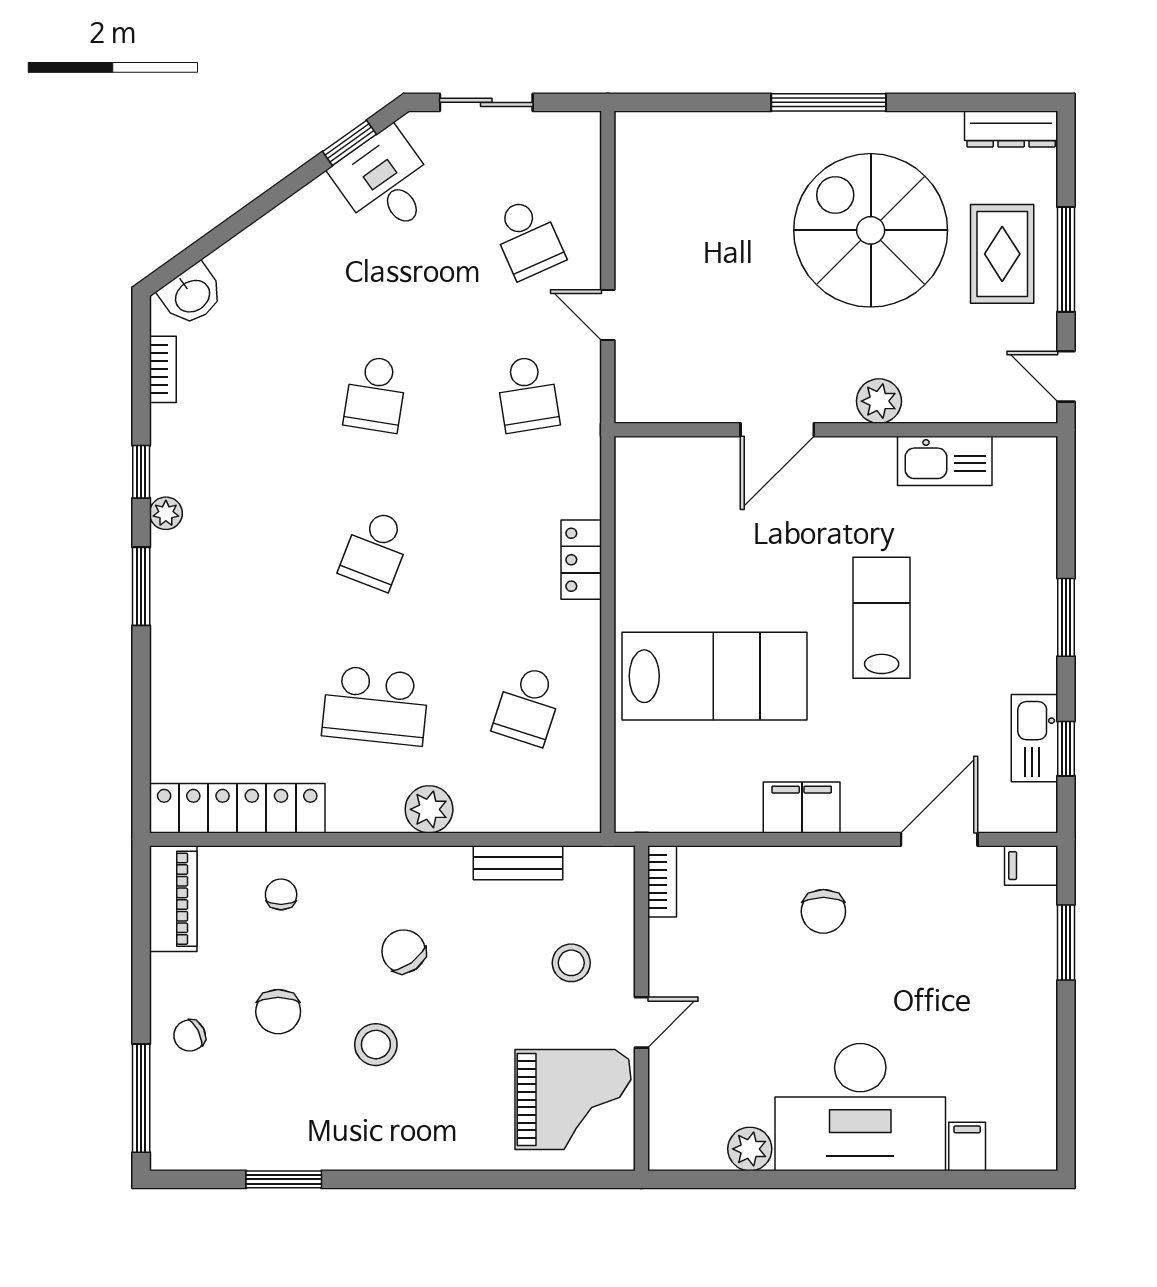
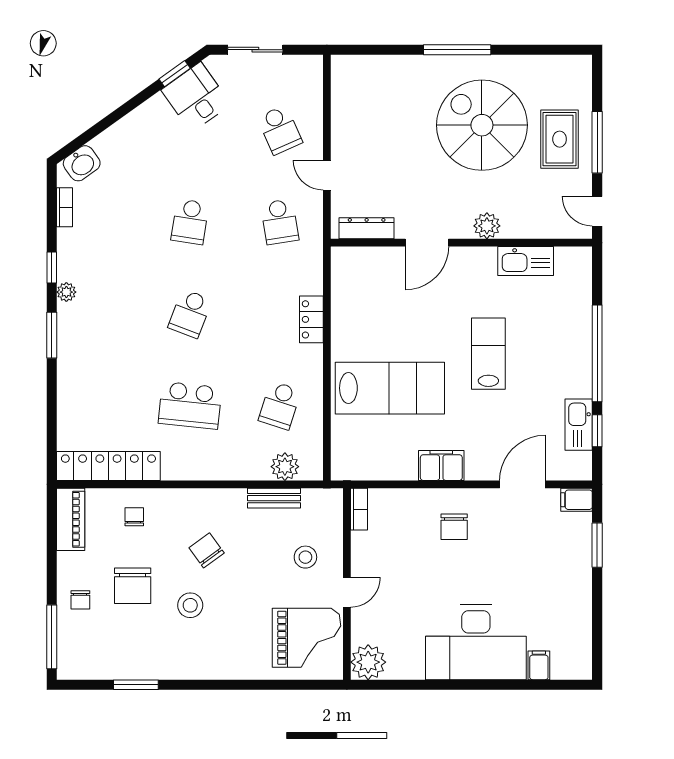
dresser: (1011, 129) -> (367, 228), moved, turned 180
window: (1066, 617) -> (597, 353), width x2.11
plant: (429, 809) -> (285, 467), moved
chair: (278, 1012) -> (133, 586), width x1.37, depth x1.37
chair: (190, 1036) -> (80, 600), turned -63
plant: (750, 1149) -> (368, 662), moved, width x1.36, depth x1.36

